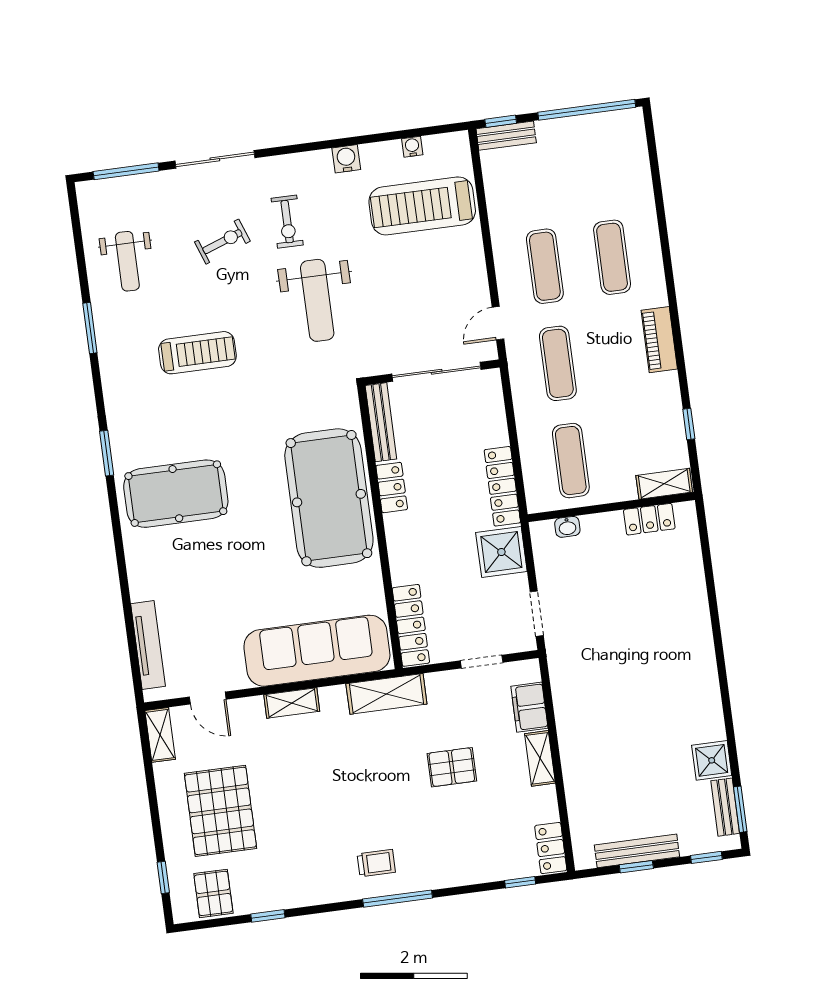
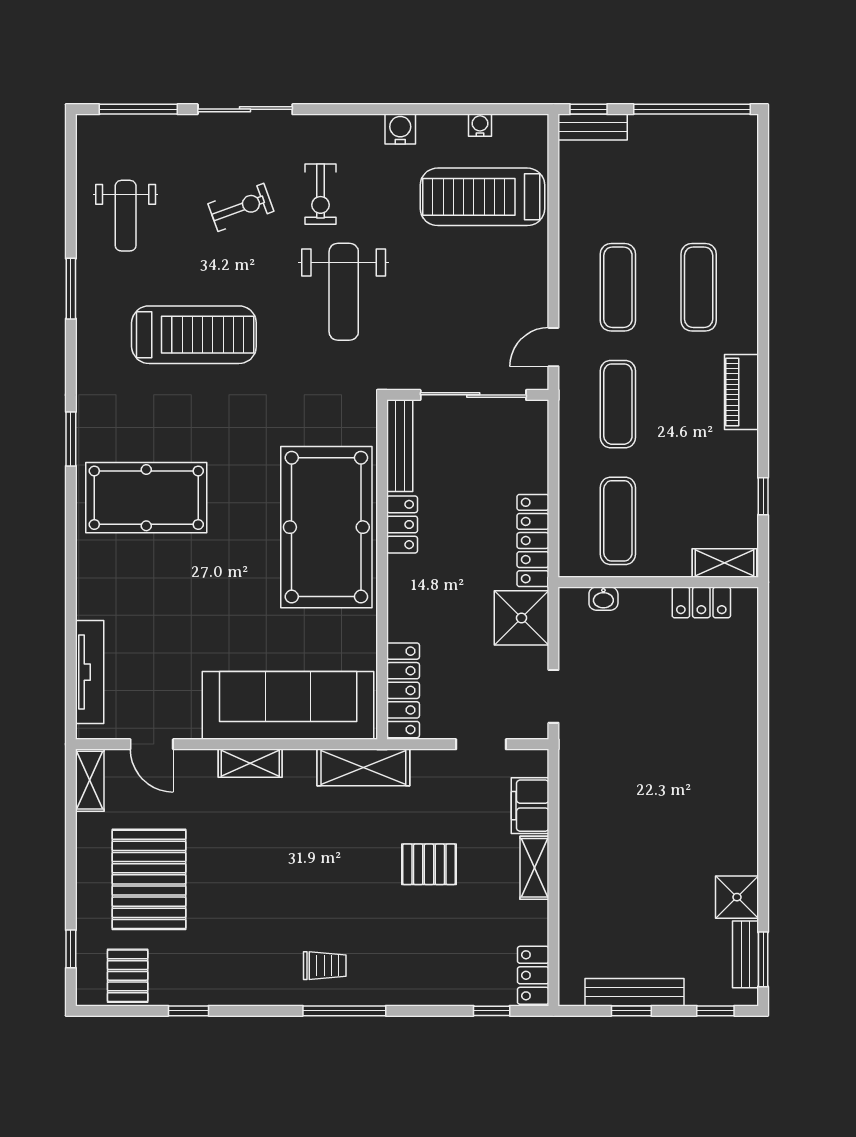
treadmill: (197, 353) -> (194, 335), width x1.37, depth x1.38

